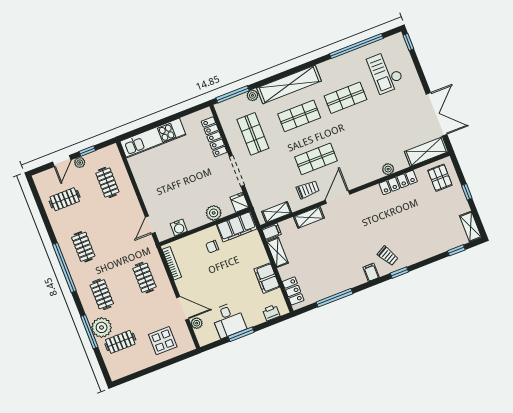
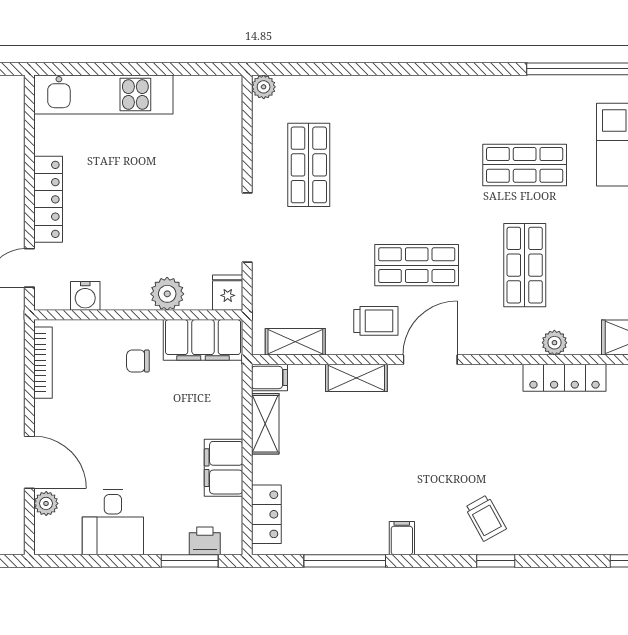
shelving: (289, 84) -> (421, 93), removed
window: (233, 94) -> (299, 69), removed
plant: (252, 95) -> (264, 87), moved
shop shelf: (299, 116) -> (525, 265), moved, turned 90
locker: (214, 137) -> (48, 199), moved, turned 180
filing cabinet: (371, 272) -> (402, 538), moved
window: (241, 334) -> (190, 561), moved

